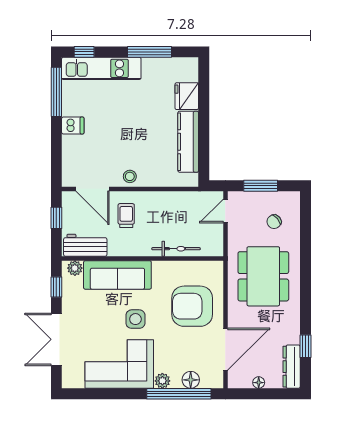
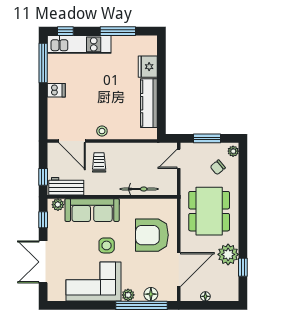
plant: (293, 202) -> (233, 151), added
window: (56, 218) -> (43, 177), moved
plant: (287, 330) -> (228, 254), added
dresser: (292, 367) -> (232, 284), removed

